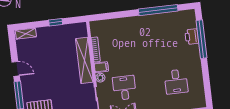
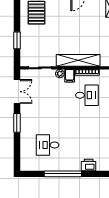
window: (201, 39) -> (63, 174), moved
desk: (124, 88) -> (87, 95), moved

